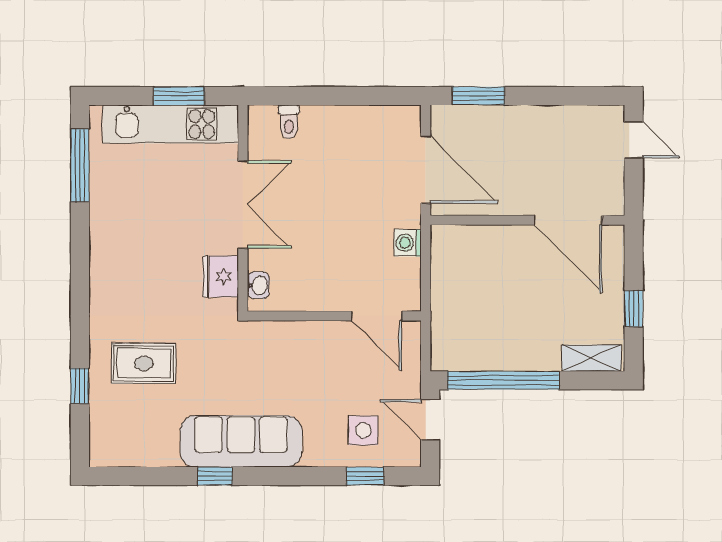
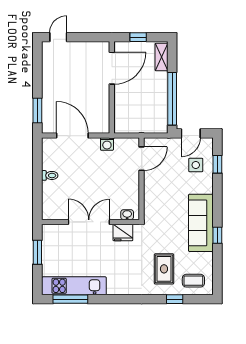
toilet: (289, 122) -> (50, 175), moved
kitchen unit: (170, 124) -> (74, 286), moved, turned -90
door: (426, 170) -> (72, 136), hinge flipped
wall: (527, 220) -> (112, 87), moved
door: (568, 220) -> (112, 68), moved
coffee table: (119, 425) -> (193, 281), added

